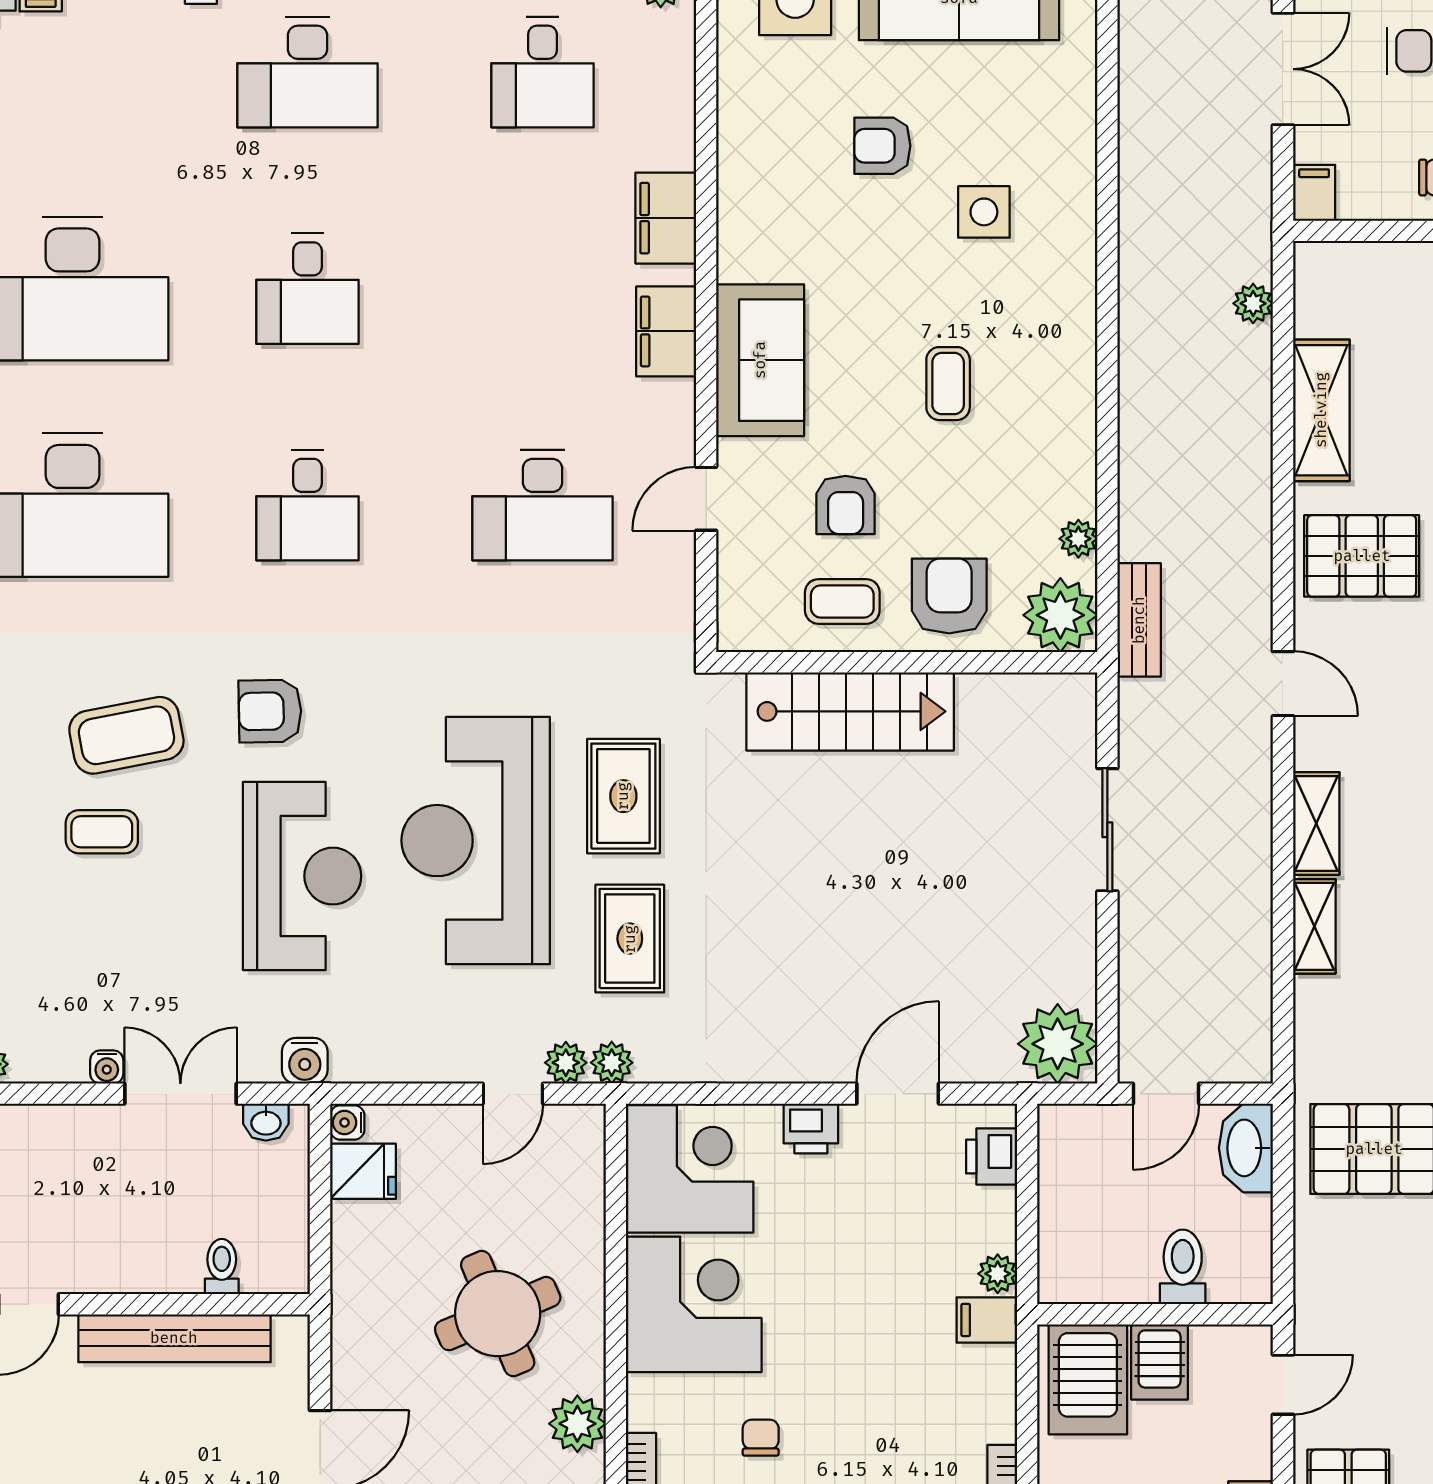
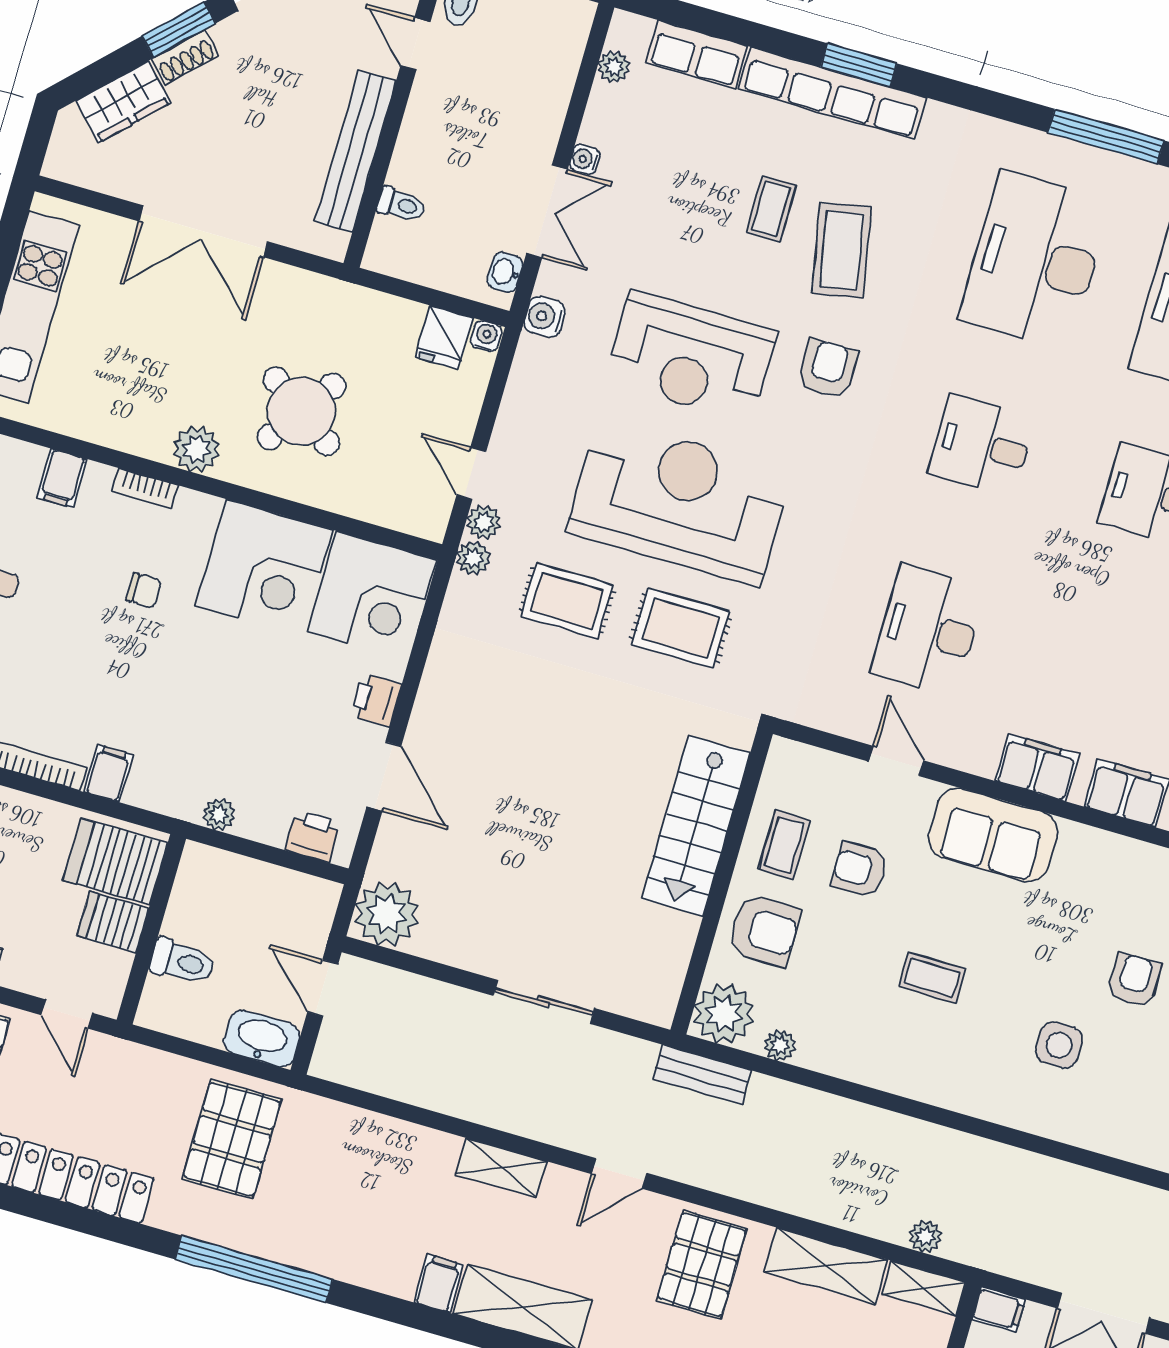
shelving: (1314, 926) -> (924, 1288), moved
round table: (498, 1314) -> (301, 411), turned -32
filing cabinet: (987, 1320) -> (108, 773), moved

